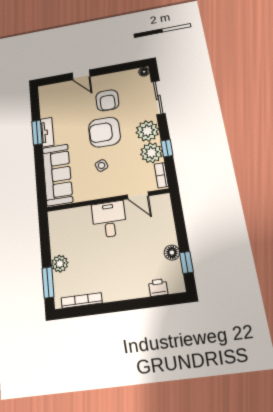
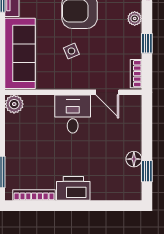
plant: (147, 131) -> (135, 18), width x0.53, depth x0.53
plant: (151, 153) -> (129, 46), removed
plant: (60, 264) -> (14, 104), moved
printer: (158, 288) -> (73, 188), moved, width x1.87, depth x1.48

